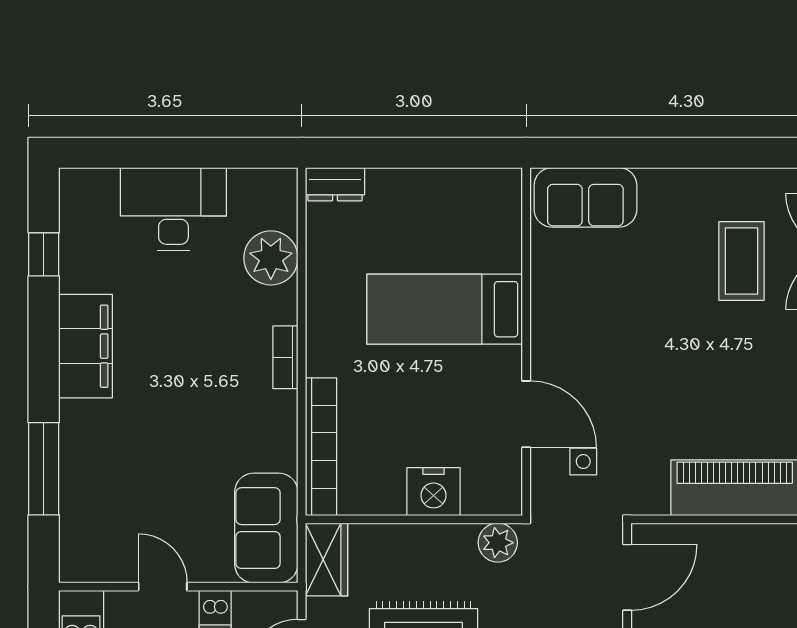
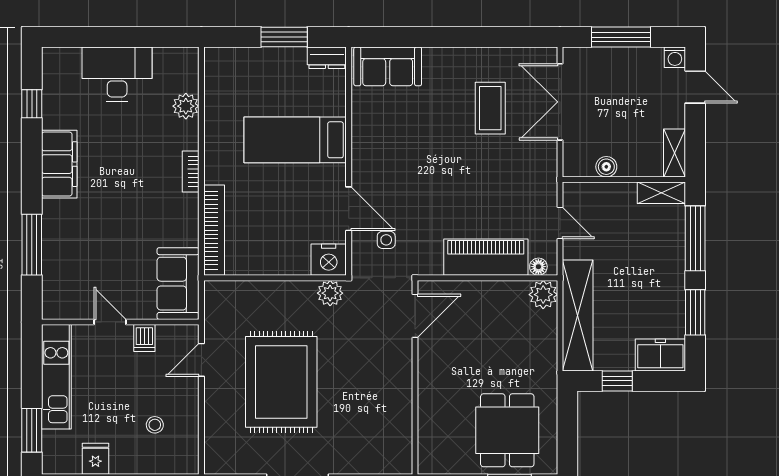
window: (428, 153) -> (284, 37), added
dresser: (335, 184) -> (327, 58), moved
plant: (271, 258) -> (186, 106), width x0.73, depth x0.73
nightstand: (434, 492) -> (329, 260), moved
wardrobe: (327, 559) -> (218, 304), removed

